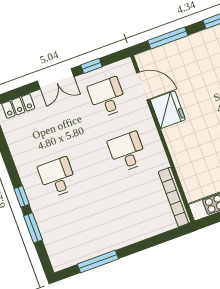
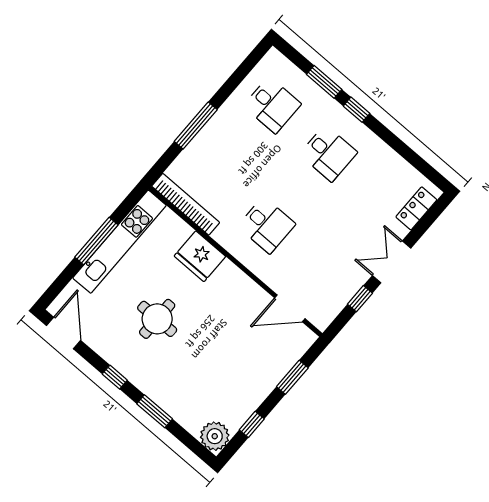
window: (168, 38) -> (292, 377), width x0.69
desk: (107, 97) -> (272, 105), moved
fridge: (168, 110) -> (200, 256), moved
window: (98, 262) -> (196, 126), moved

